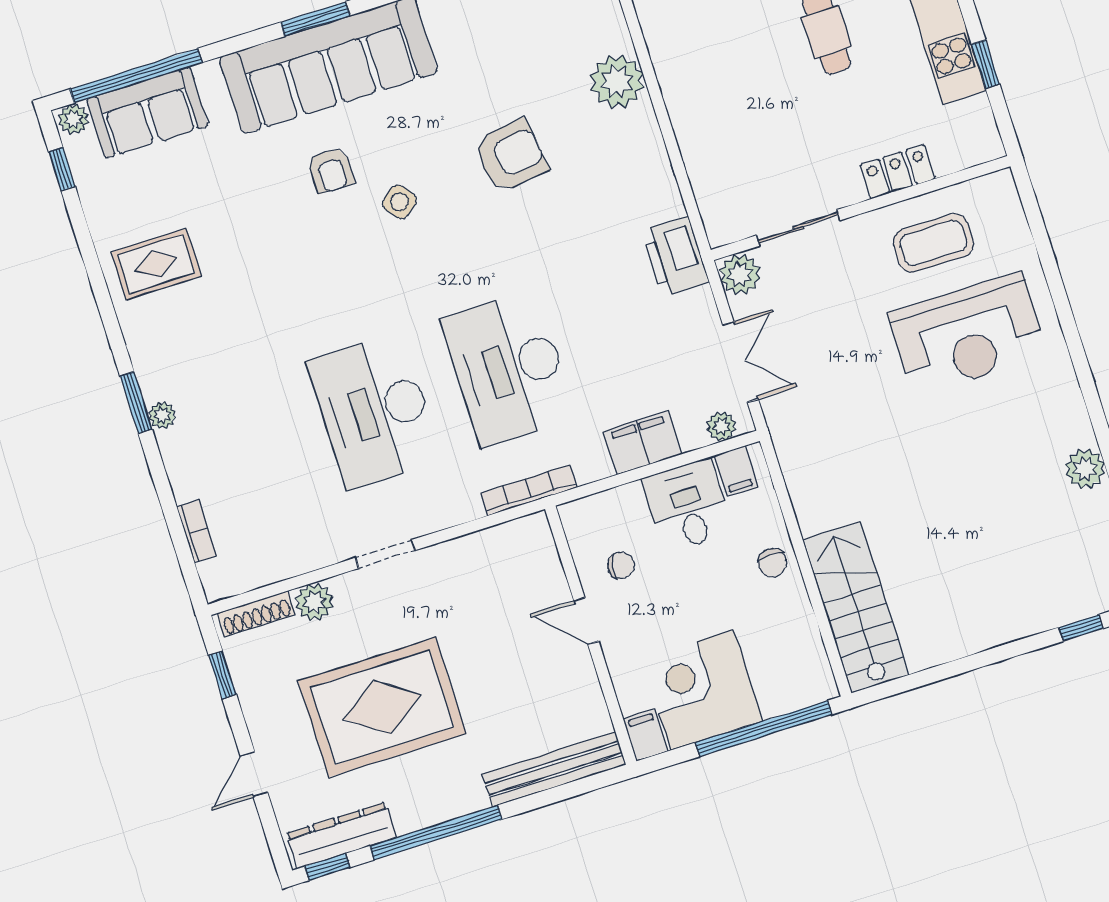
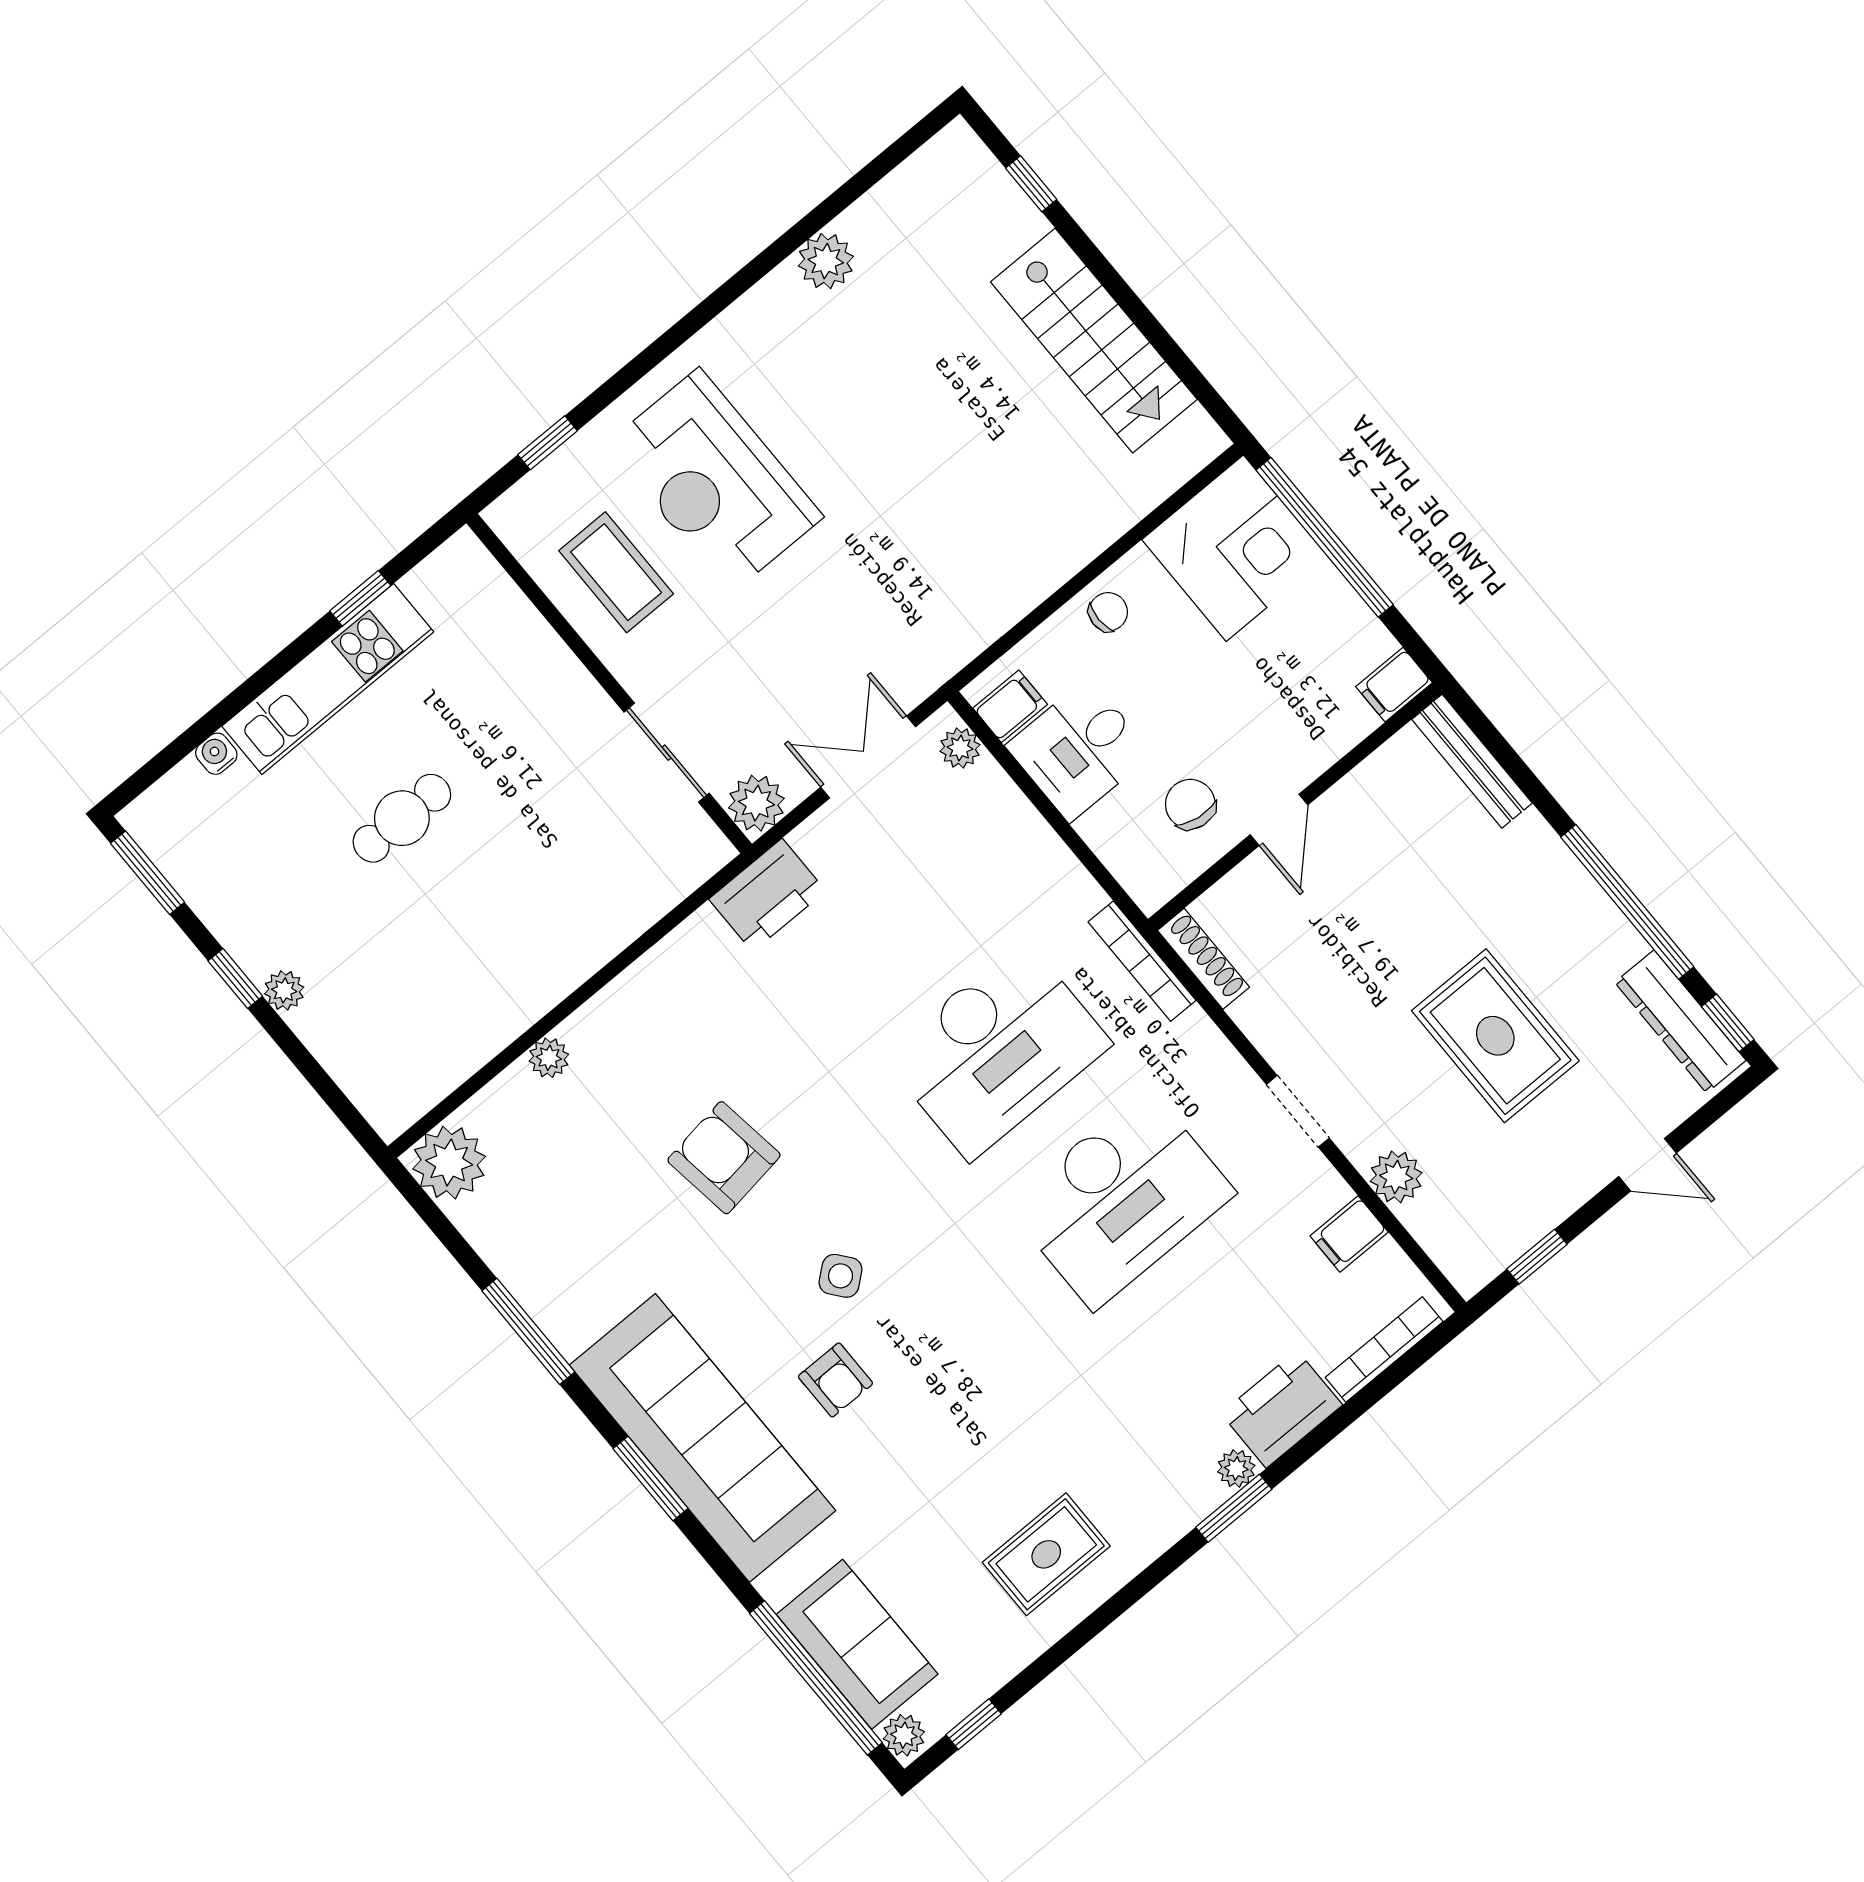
plant: (617, 82) -> (549, 1058), width x0.53, depth x0.53
armchair: (331, 170) -> (835, 1380), turned 90
locker: (898, 172) -> (543, 655), removed
window: (1039, 232) -> (548, 443), added
rug: (156, 264) -> (1046, 1554), turned 90
reception desk: (968, 334) -> (715, 481), turned 180
filing cabinet: (643, 443) -> (1349, 1234), moved, width x0.50
printer: (190, 462) -> (1282, 1409), added
bookcase: (197, 531) -> (1384, 1350), width x1.56
chair: (621, 566) -> (1190, 804), width x1.37, depth x1.37
stairs: (856, 607) -> (1094, 341), moved, turned -90
shoe rack: (256, 614) -> (1203, 959), moved
corner desk: (702, 690) -> (1235, 548), moved, turned -90
rug: (382, 707) -> (1495, 1036), width x0.73, depth x0.69
bench: (554, 769) -> (1472, 761), width x0.73, depth x0.82

